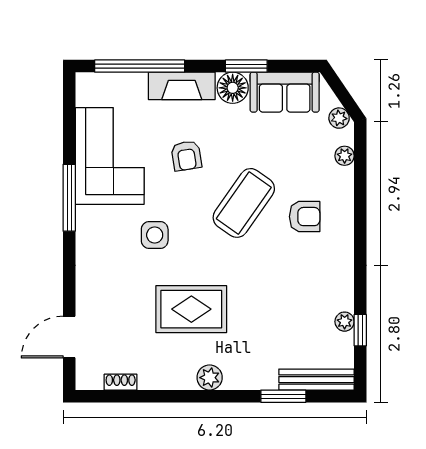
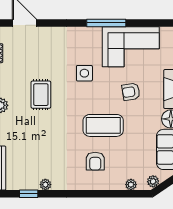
coffee table: (244, 203) -> (103, 125), turned -35
rug: (191, 309) -> (41, 95), width x0.73, depth x0.70
plant: (345, 322) -> (45, 185), moved

